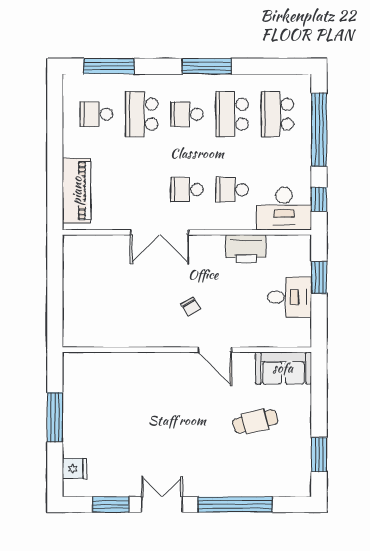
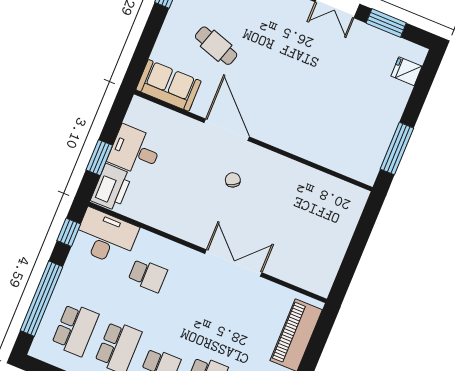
school desk: (187, 190) -> (191, 293), removed
printer: (246, 249) -> (111, 187), moved, turned 90
door: (215, 350) -> (227, 130), width x1.36
window: (55, 417) -> (397, 149), moved
cafe table: (255, 421) -> (216, 46), turned 32

